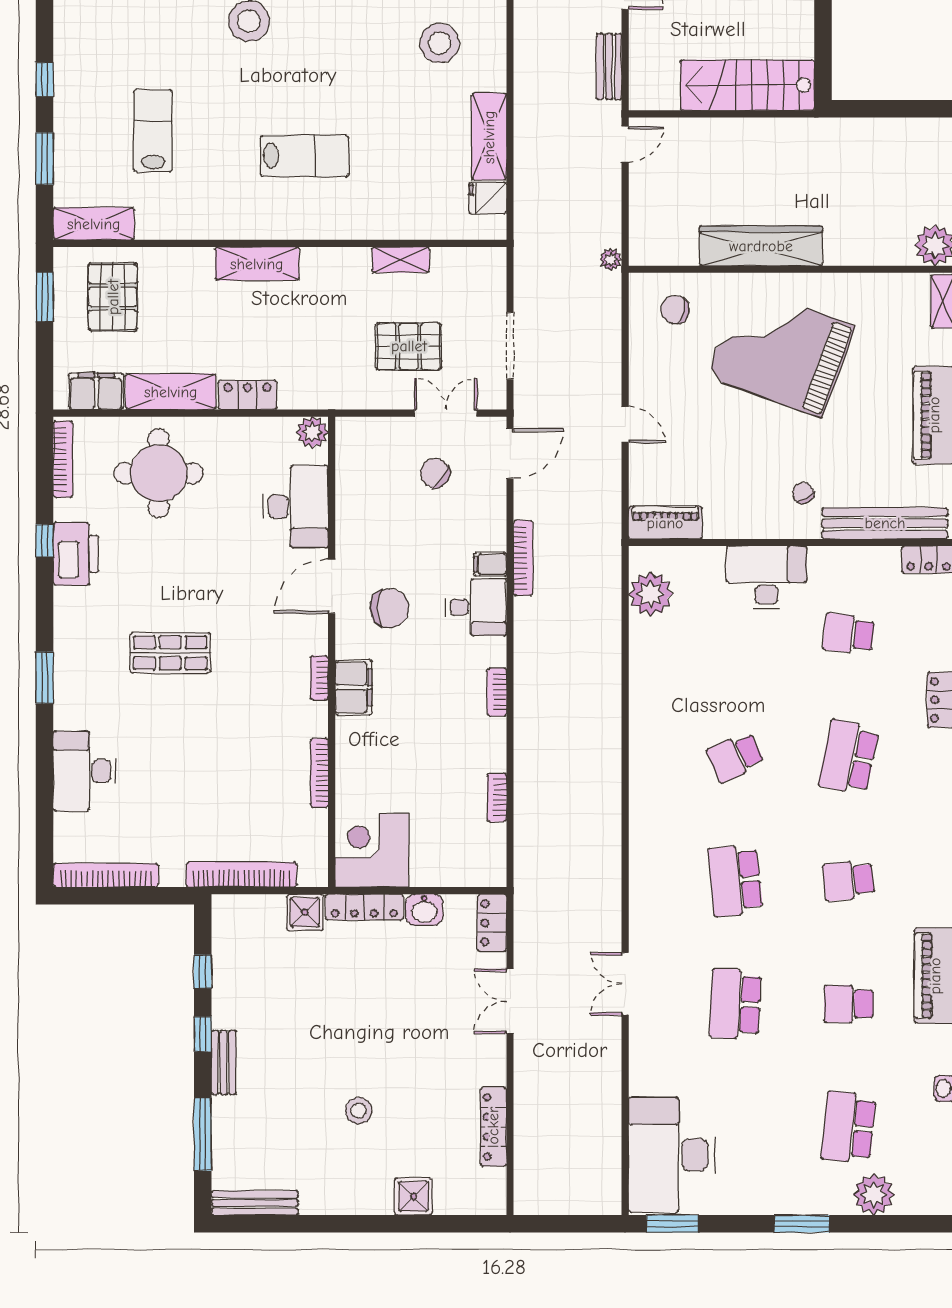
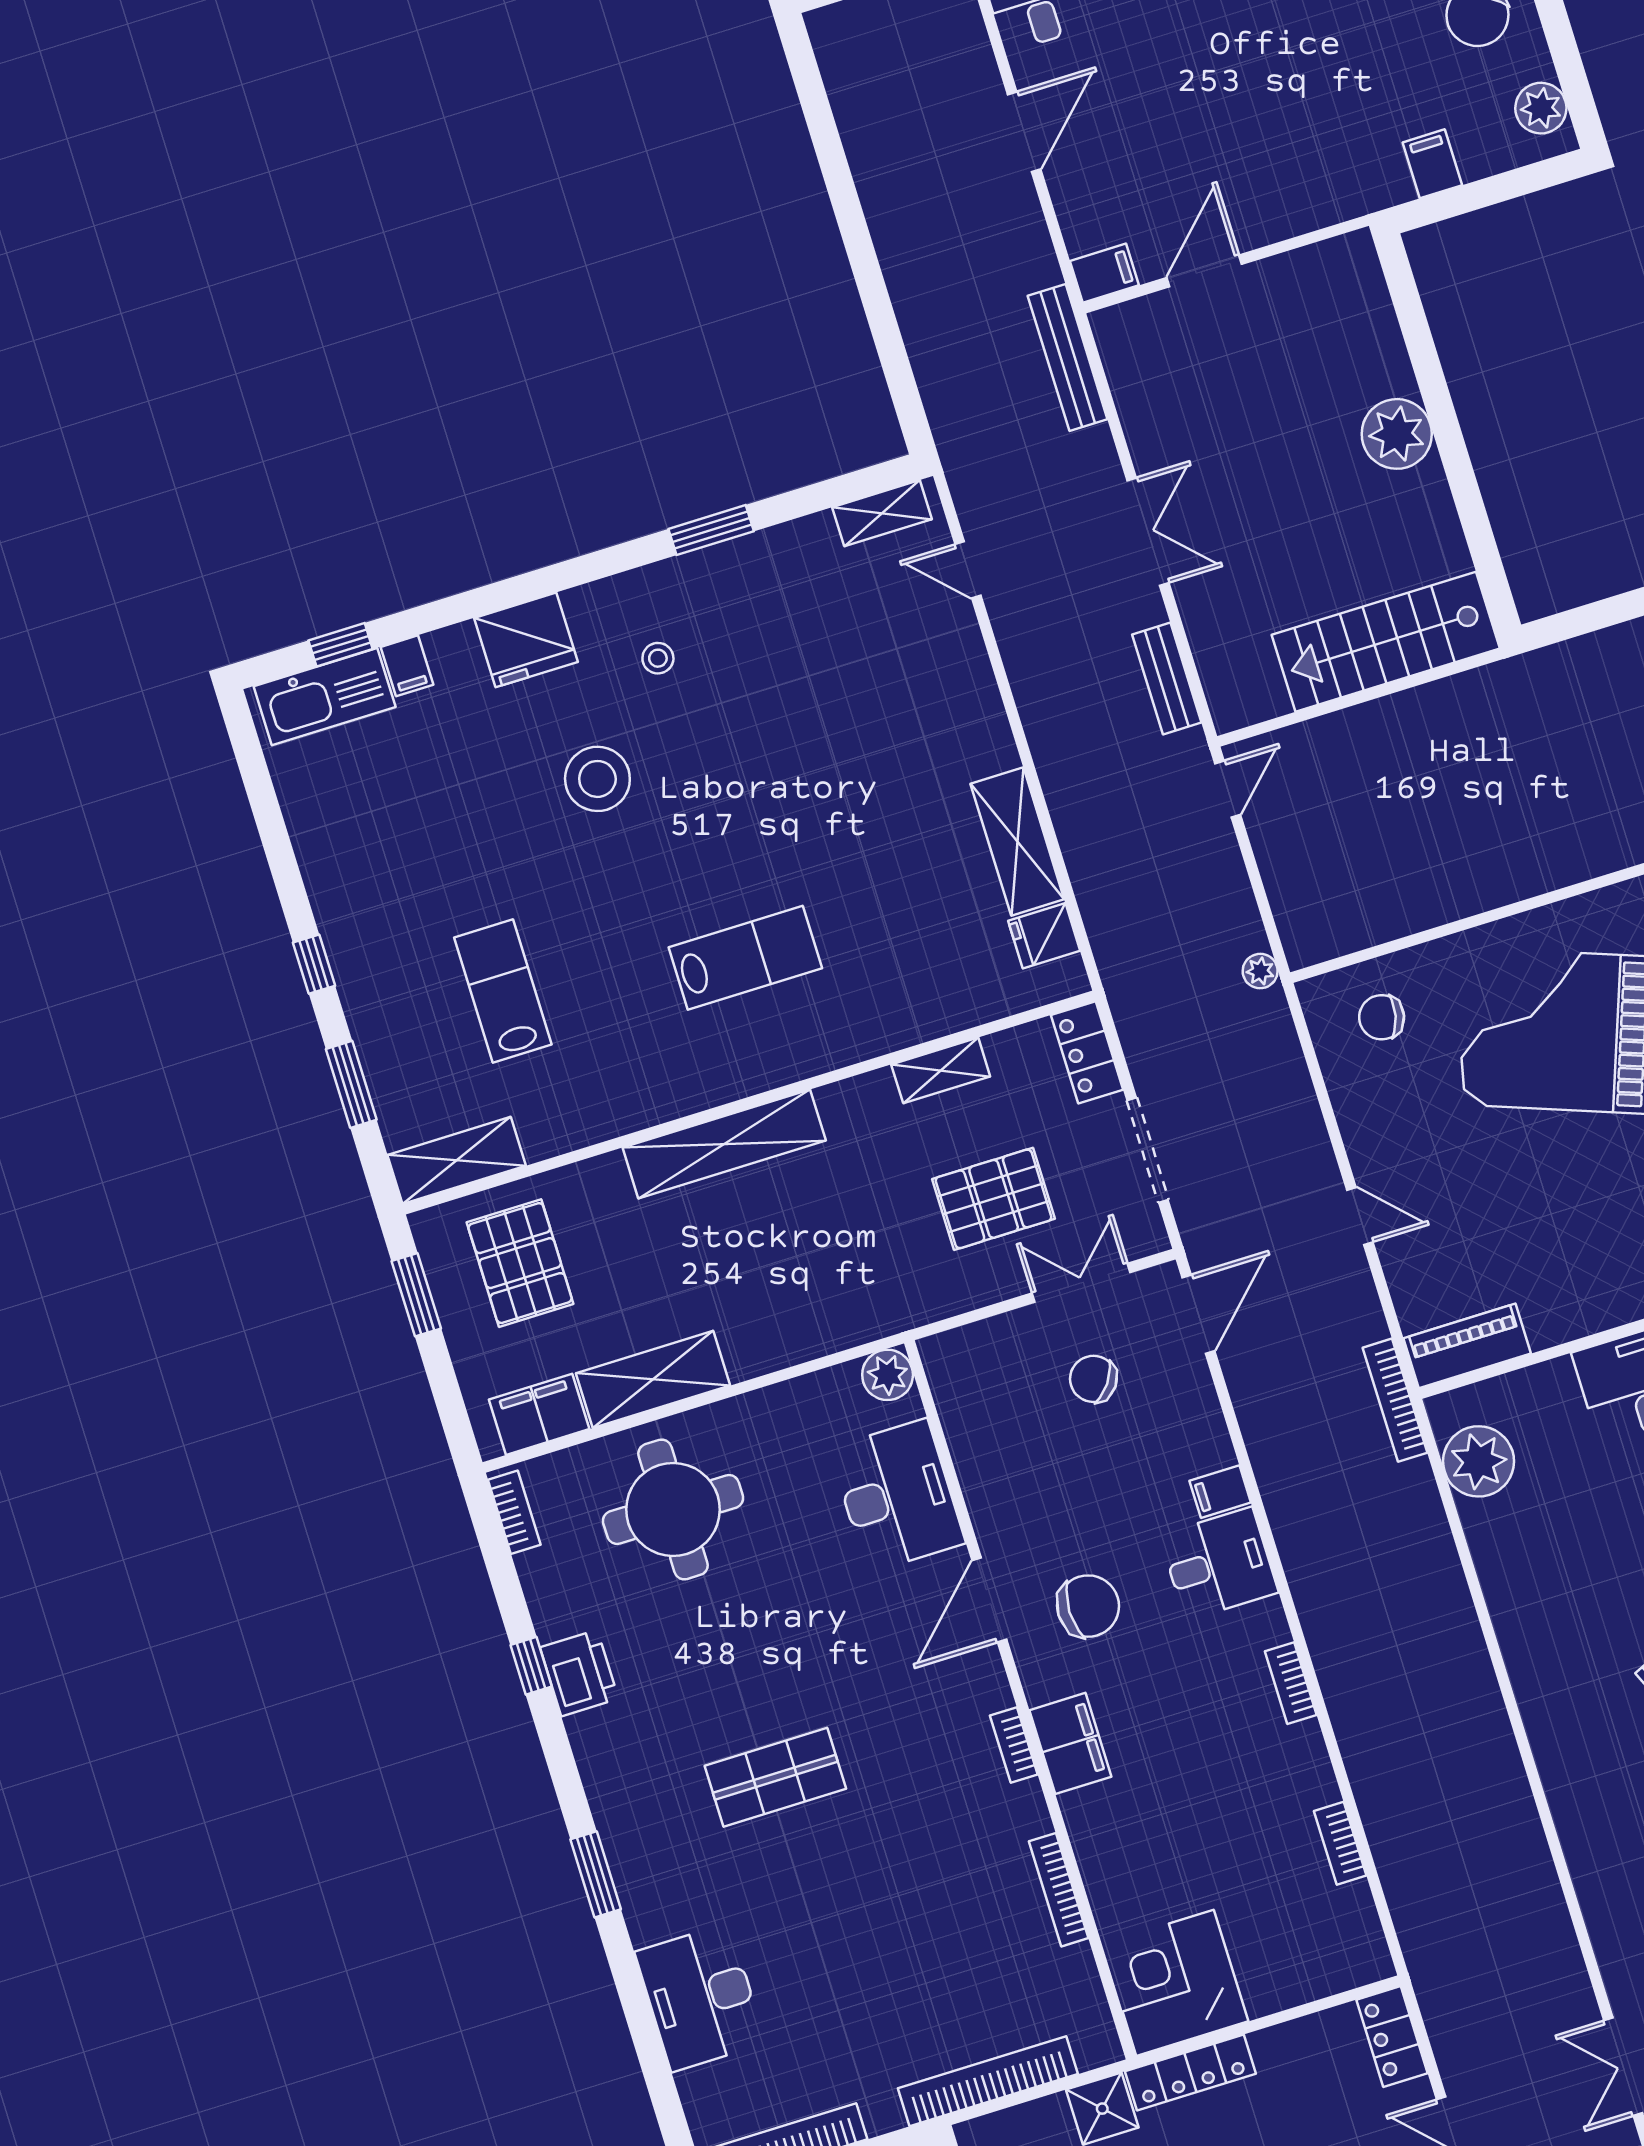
stool: (440, 43) -> (898, 723), removed
wardrobe: (761, 246) -> (1482, 880), removed
shelving: (257, 264) -> (724, 1144), width x1.47
locker: (247, 395) -> (1087, 1052), moved, turned -90
bookcase: (63, 459) -> (514, 1512), width x0.64
printer: (76, 554) -> (579, 1673), width x0.73, depth x0.84
bookcase: (523, 558) -> (1395, 1400), moved, turned 180
washbasin: (424, 910) -> (1283, 2049), removed

